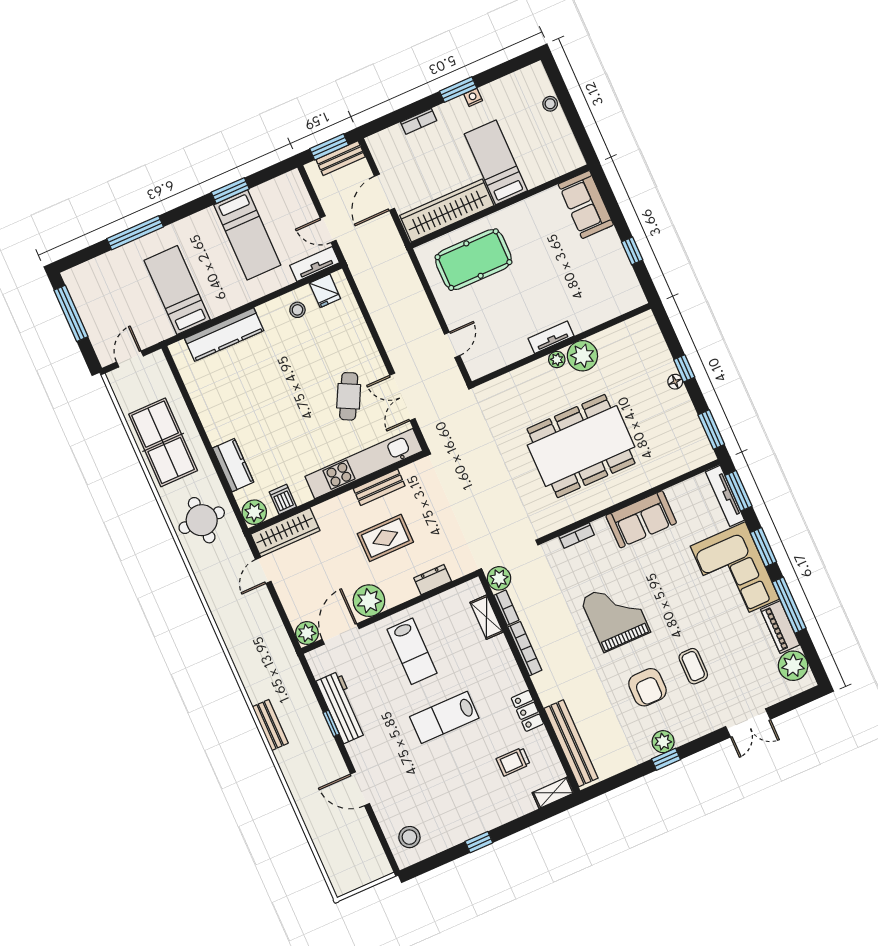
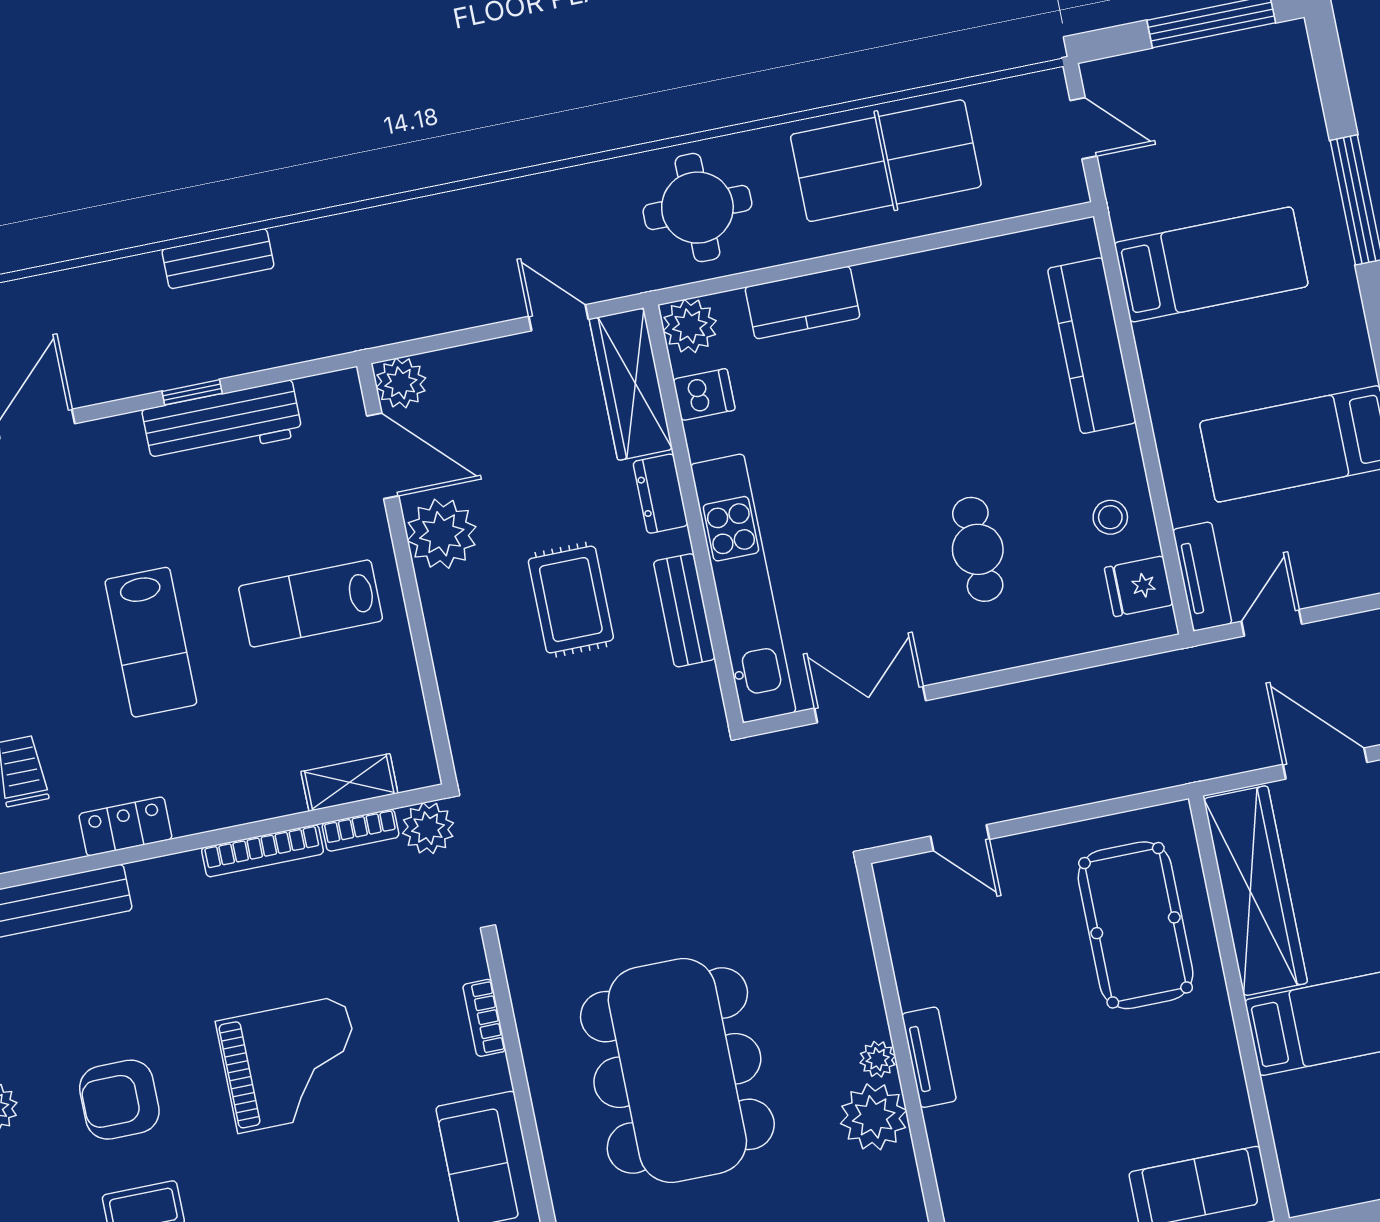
cafe table: (349, 396) -> (978, 549), moved, turned 63
dresser: (433, 580) -> (660, 494), moved, turned 180
lab bench: (444, 717) -> (151, 642), turned 180

